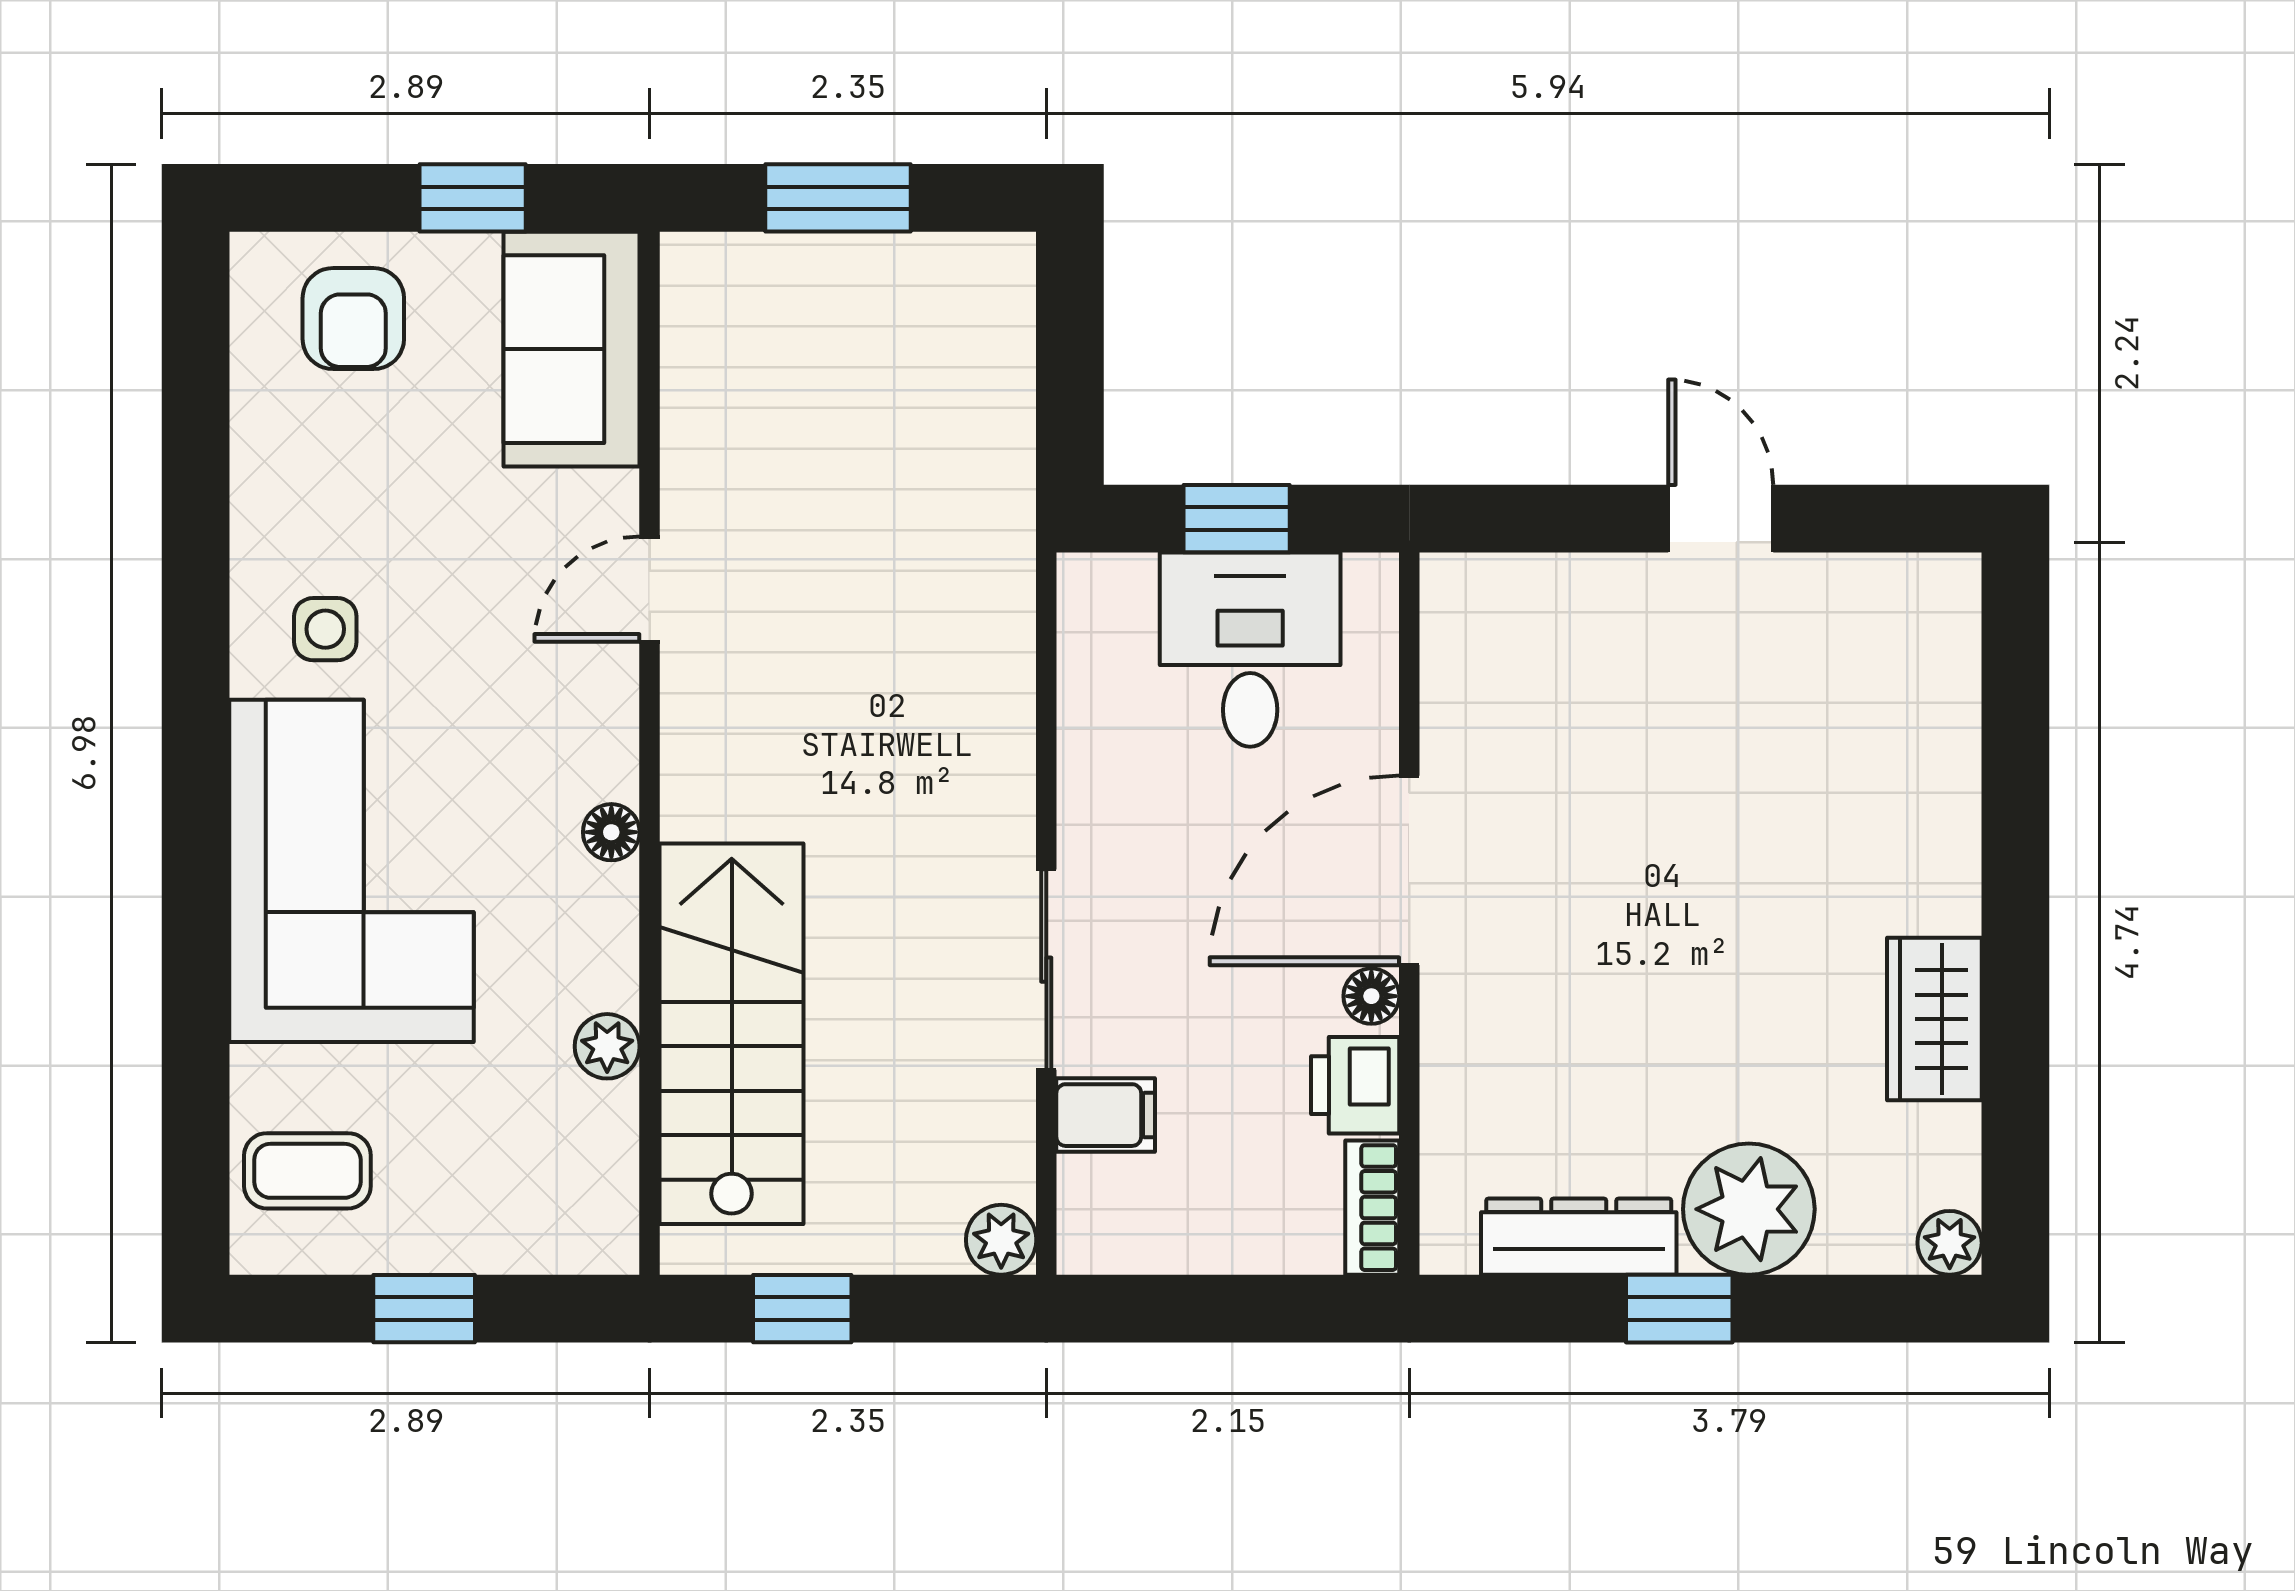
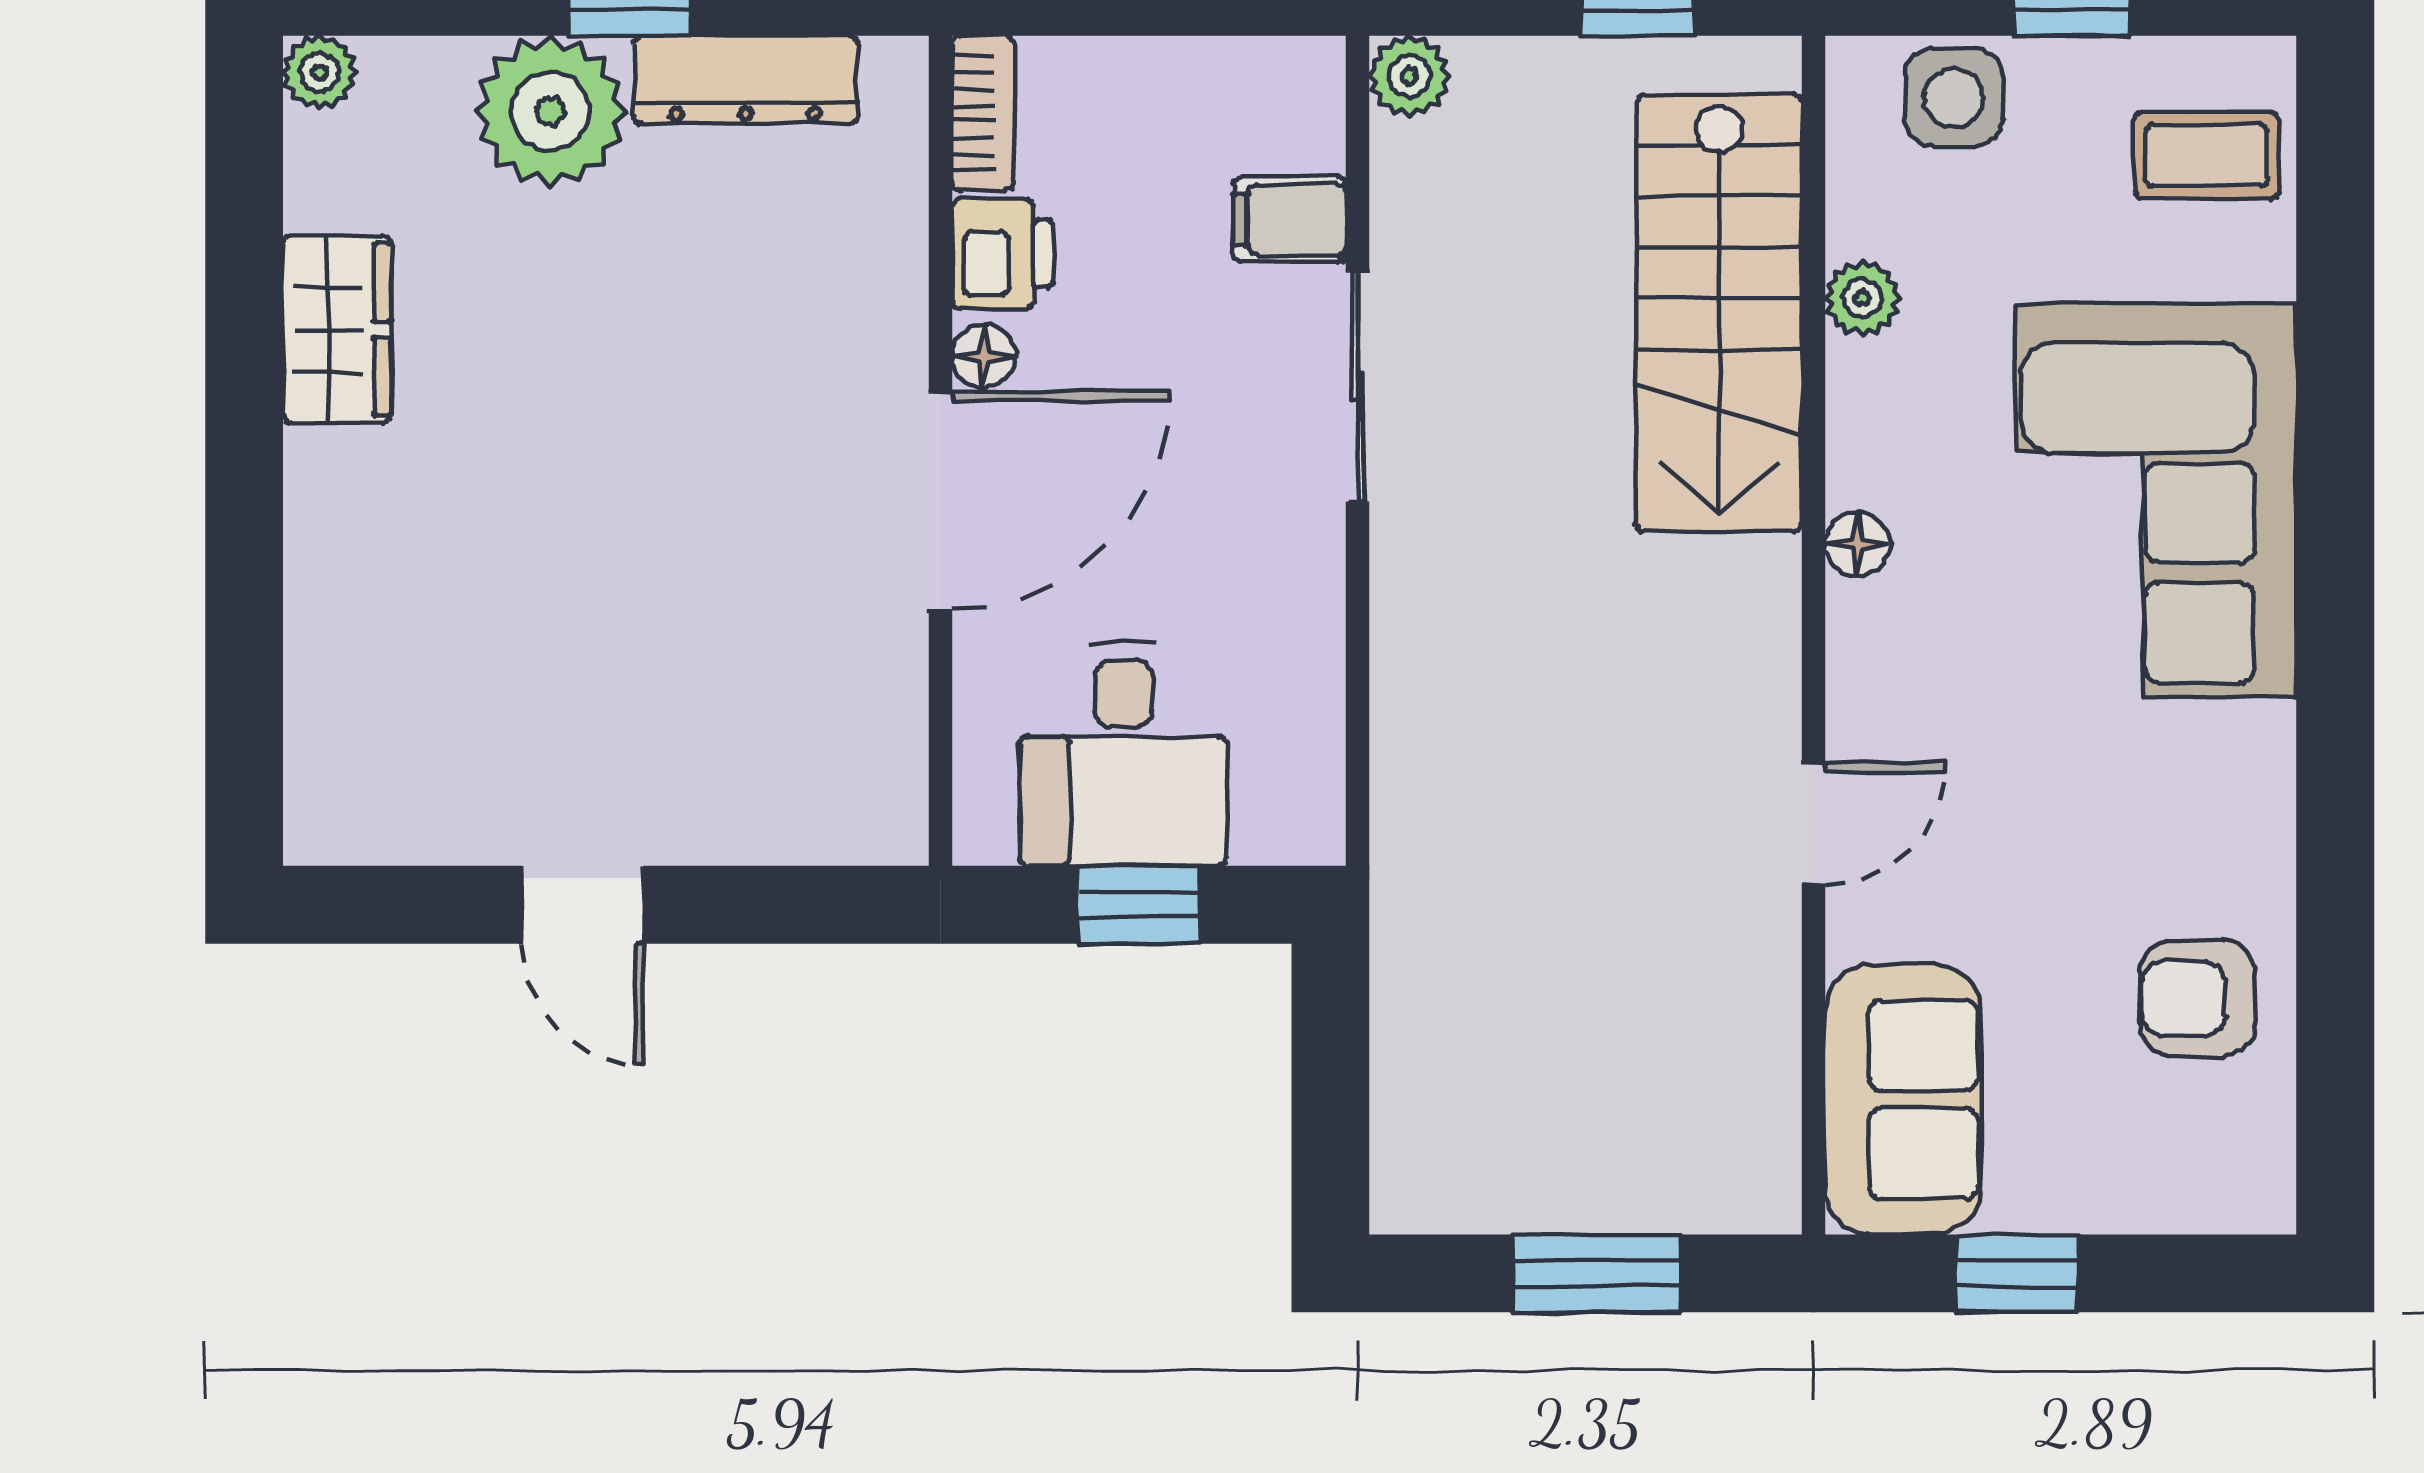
armchair: (353, 319) -> (2198, 998), moved, turned -90
side table: (325, 629) -> (1954, 97), moved, width x1.37, depth x1.37

